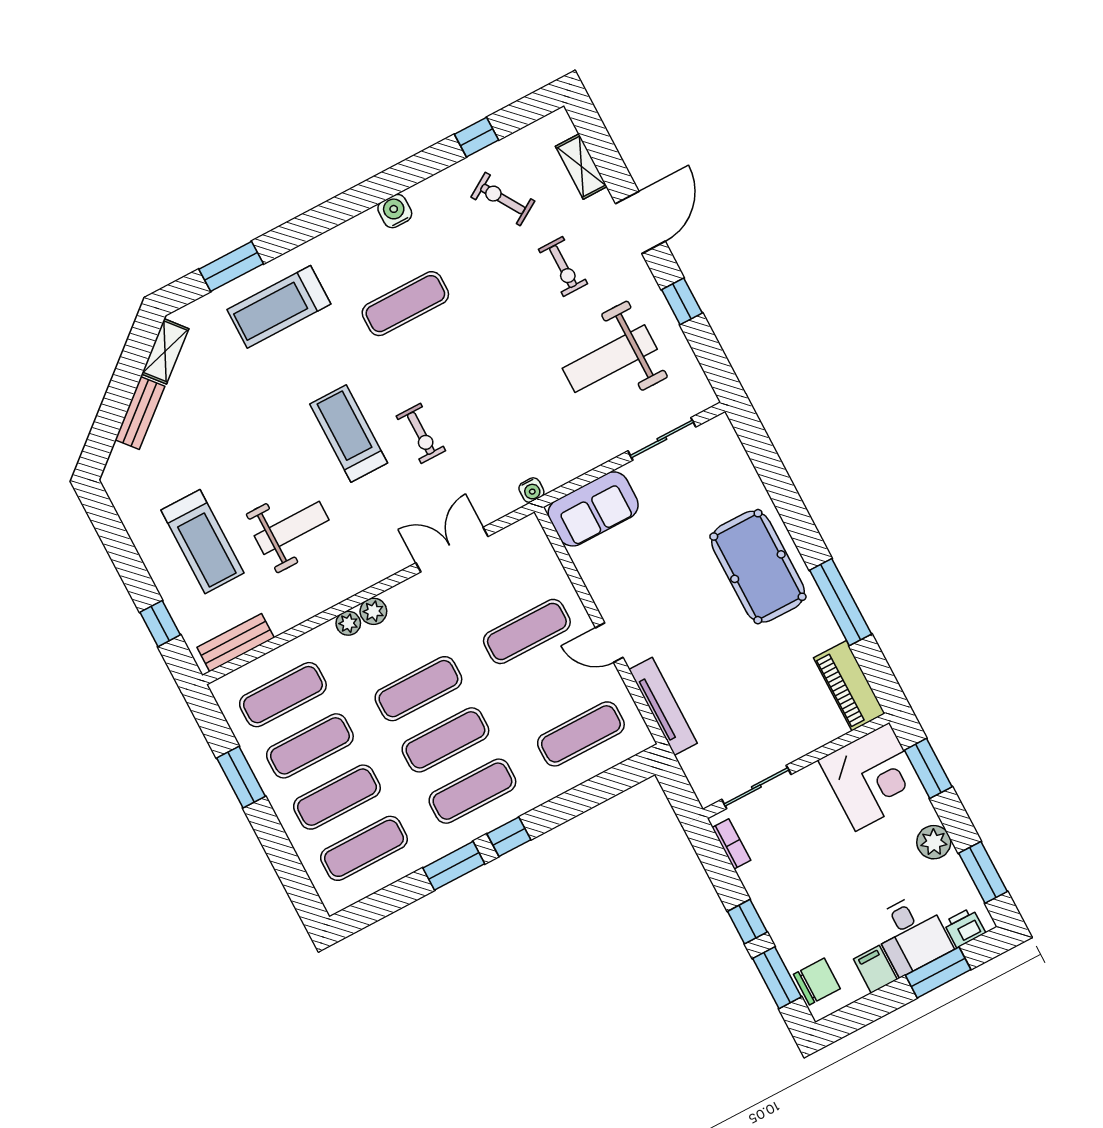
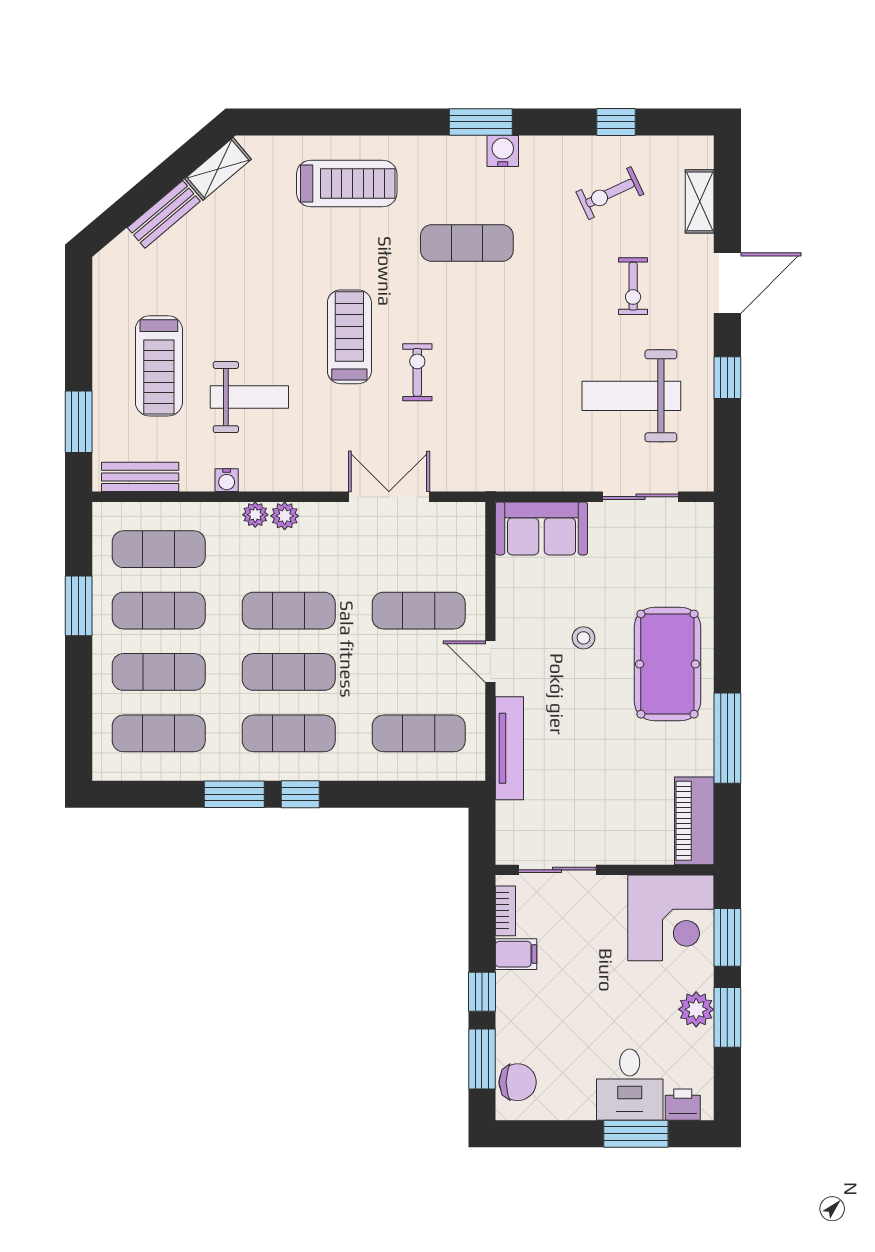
exercise bike: (503, 199) -> (610, 193), turned -83
window: (231, 266) -> (481, 122), moved
treadmill: (279, 307) -> (347, 184), turned 180
exercise bike: (421, 433) -> (417, 372), turned 180
water cooler: (531, 490) -> (227, 480), moved
stool: (676, 582) -> (584, 638), added
window: (160, 624) -> (79, 422), width x1.50
window: (983, 872) -> (727, 1017), moved
filing cabinet: (875, 969) -> (516, 954), moved, turned 90

